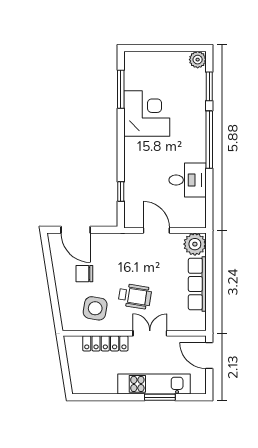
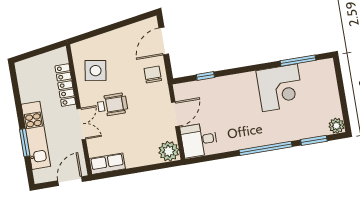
desk: (188, 180) -> (199, 140), moved, turned 90
chair: (84, 274) -> (153, 74), moved
row of seats: (197, 284) -> (107, 164), moved, width x0.68
wheelchair: (135, 296) -> (112, 105), turned -99

